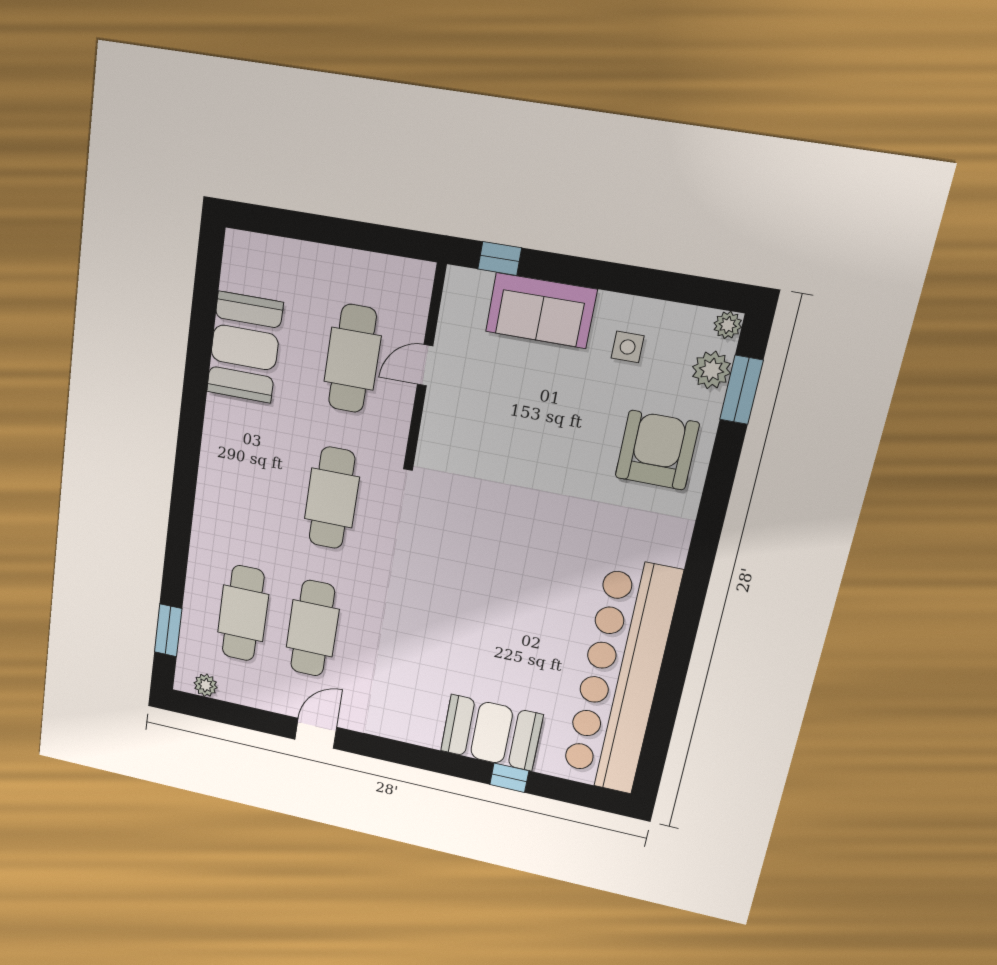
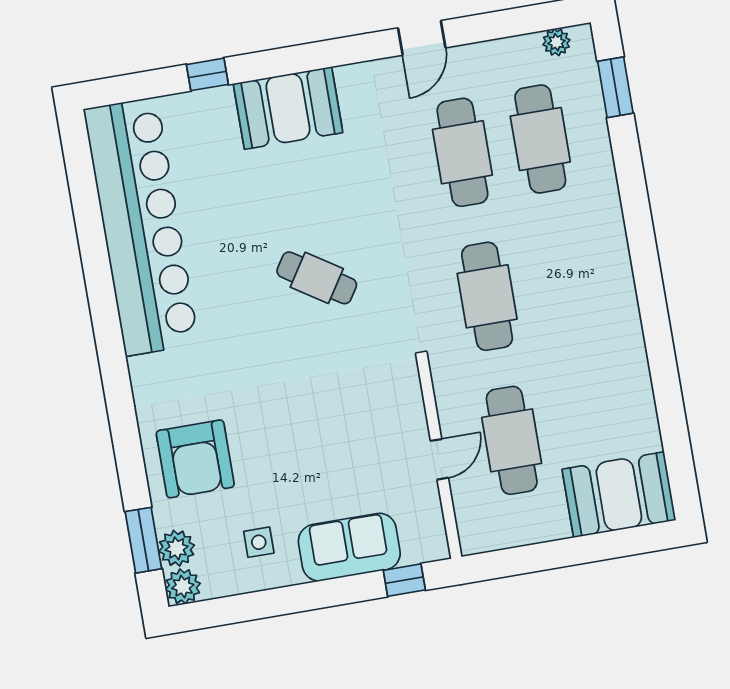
plant: (728, 325) -> (183, 586), width x1.38, depth x1.38
booth: (245, 347) -> (619, 495), moved, turned 90
cafe table: (478, 572) -> (317, 278), added
booth: (492, 733) -> (288, 108), moved

